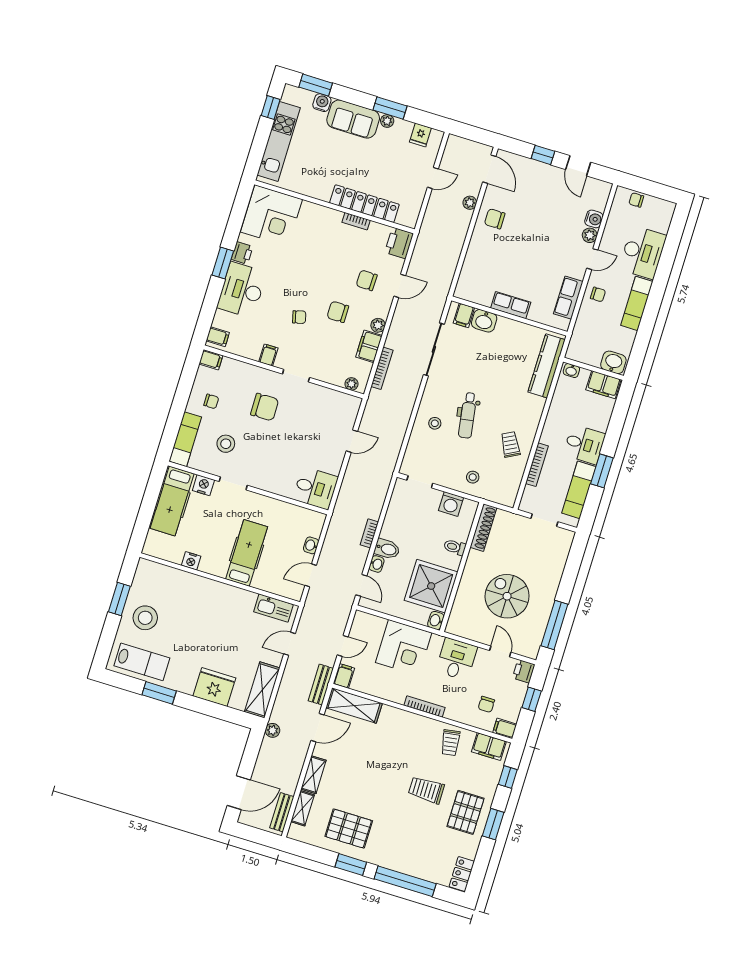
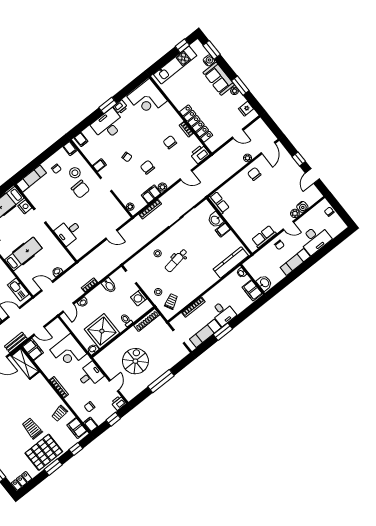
chair: (367, 280) -> (170, 142), moved
row of seats: (511, 305) -> (219, 203), moved
filing cabinet: (464, 315) -> (223, 230), moved
stool: (226, 444) -> (75, 173), moved
trolley: (510, 444) -> (171, 301), moved
desk: (315, 488) -> (69, 232), moved, turned 90
bidet: (387, 549) -> (109, 286), moved
window: (554, 625) -> (161, 381), moved
filing cabinet: (344, 676) -> (33, 349), width x2.00
pallet: (466, 812) -> (44, 452), width x1.37, depth x1.41

